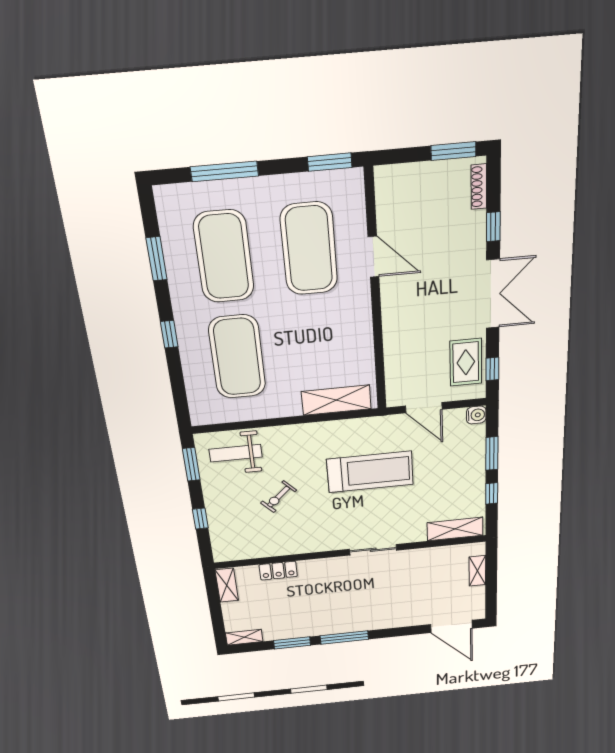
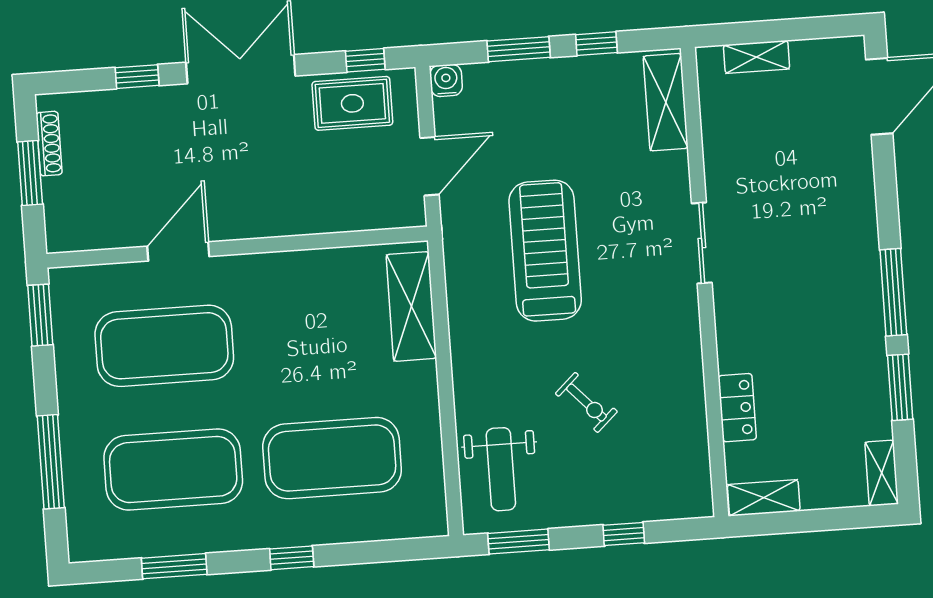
window: (454, 151) -> (30, 173), moved
shoe rack: (479, 187) -> (49, 144), moved, turned -90

